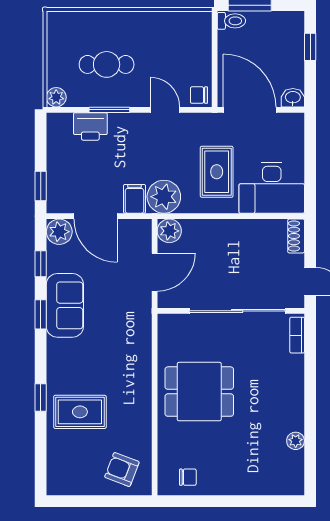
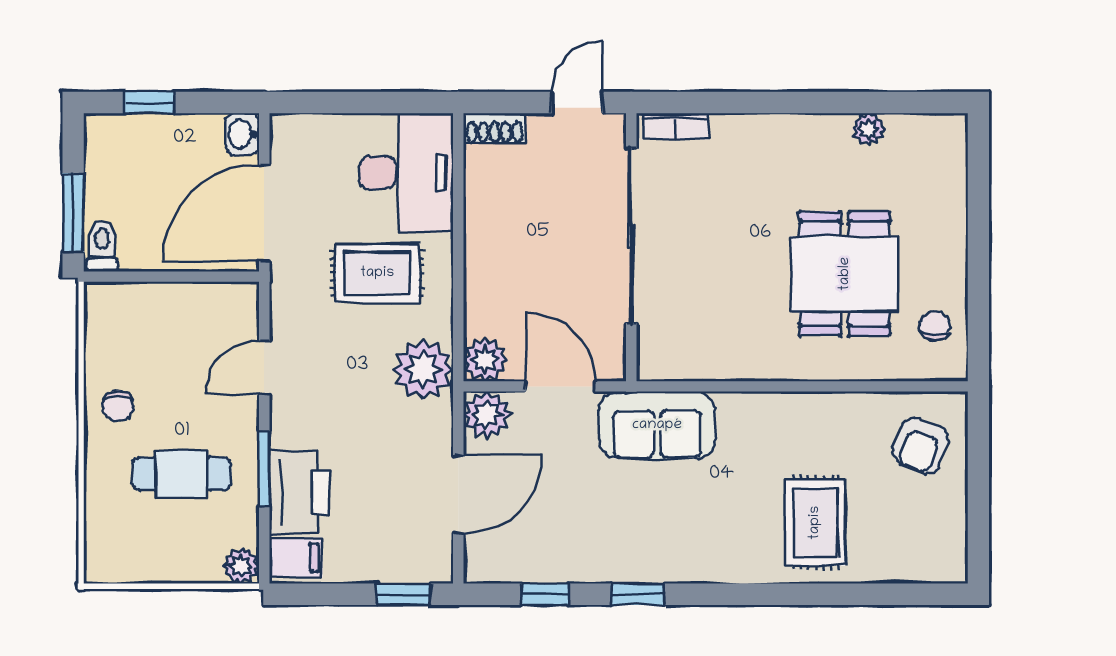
cafe table: (107, 64) -> (181, 474), turned 90
chair: (199, 95) -> (118, 406), moved
printer: (90, 126) -> (299, 492), width x1.37, depth x1.19
filing cabinet: (134, 199) -> (296, 557), moved, turned 180
plant: (59, 232) -> (487, 415), moved
sofa: (65, 305) -> (657, 425), moved, turned 180
dining table: (199, 392) -> (845, 274), moved
window: (41, 398) -> (789, 594), removed

